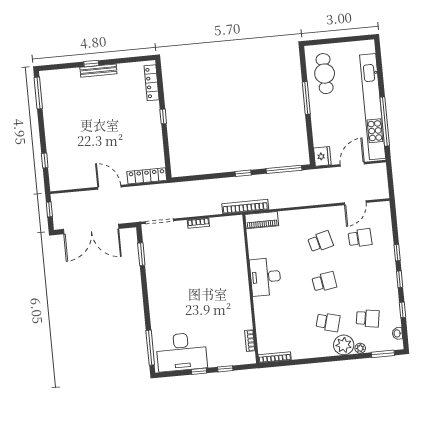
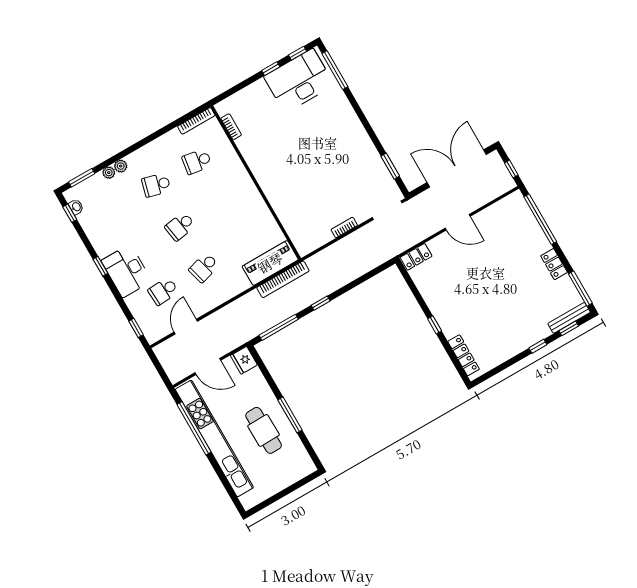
window: (61, 66) -> (569, 328), added
bench: (98, 71) -> (569, 318), moved
cafe table: (325, 74) -> (264, 430), moved
locker: (50, 121) -> (554, 264), added
window: (45, 160) -> (540, 219), width x3.17
door: (352, 164) -> (208, 367), hinge flipped
locker: (147, 176) -> (416, 257), width x0.66
bookcase: (245, 207) -> (283, 279), moved
piano: (262, 220) -> (270, 263), width x1.37, depth x1.33
window: (397, 253) -> (136, 328), moved
desk: (265, 277) -> (126, 271), moved, turned 180
window: (402, 310) -> (70, 213), moved
school desk: (368, 318) -> (197, 161), moved
plant: (344, 345) -> (121, 166), width x0.53, depth x0.53
window: (225, 369) -> (298, 53), moved

